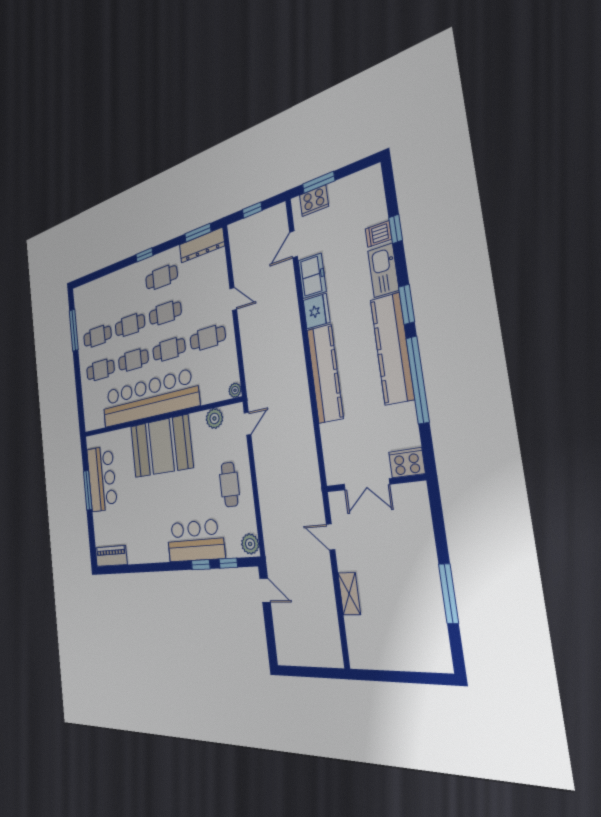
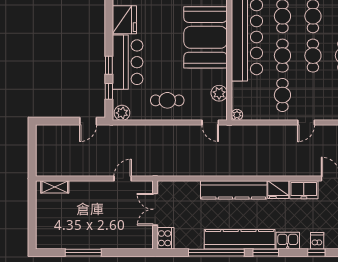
kitchen sink: (383, 270) -> (288, 241), width x0.73
fridge: (155, 548) -> (124, 20), added
shelving: (349, 594) -> (55, 187), moved

